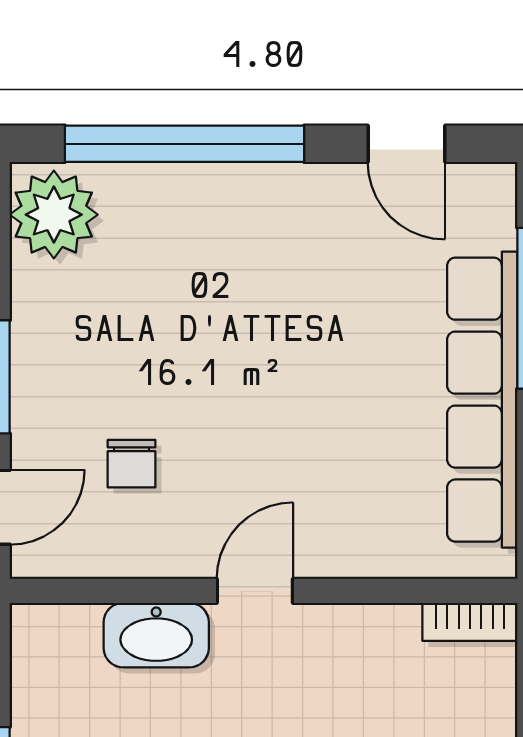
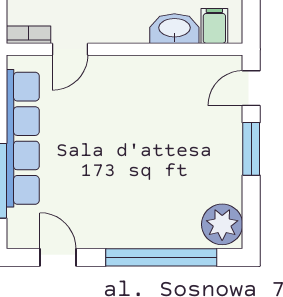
chair: (131, 464) -> (186, 108), removed
door: (255, 591) -> (70, 49), moved
filing cabinet: (70, 641) -> (214, 26), added

